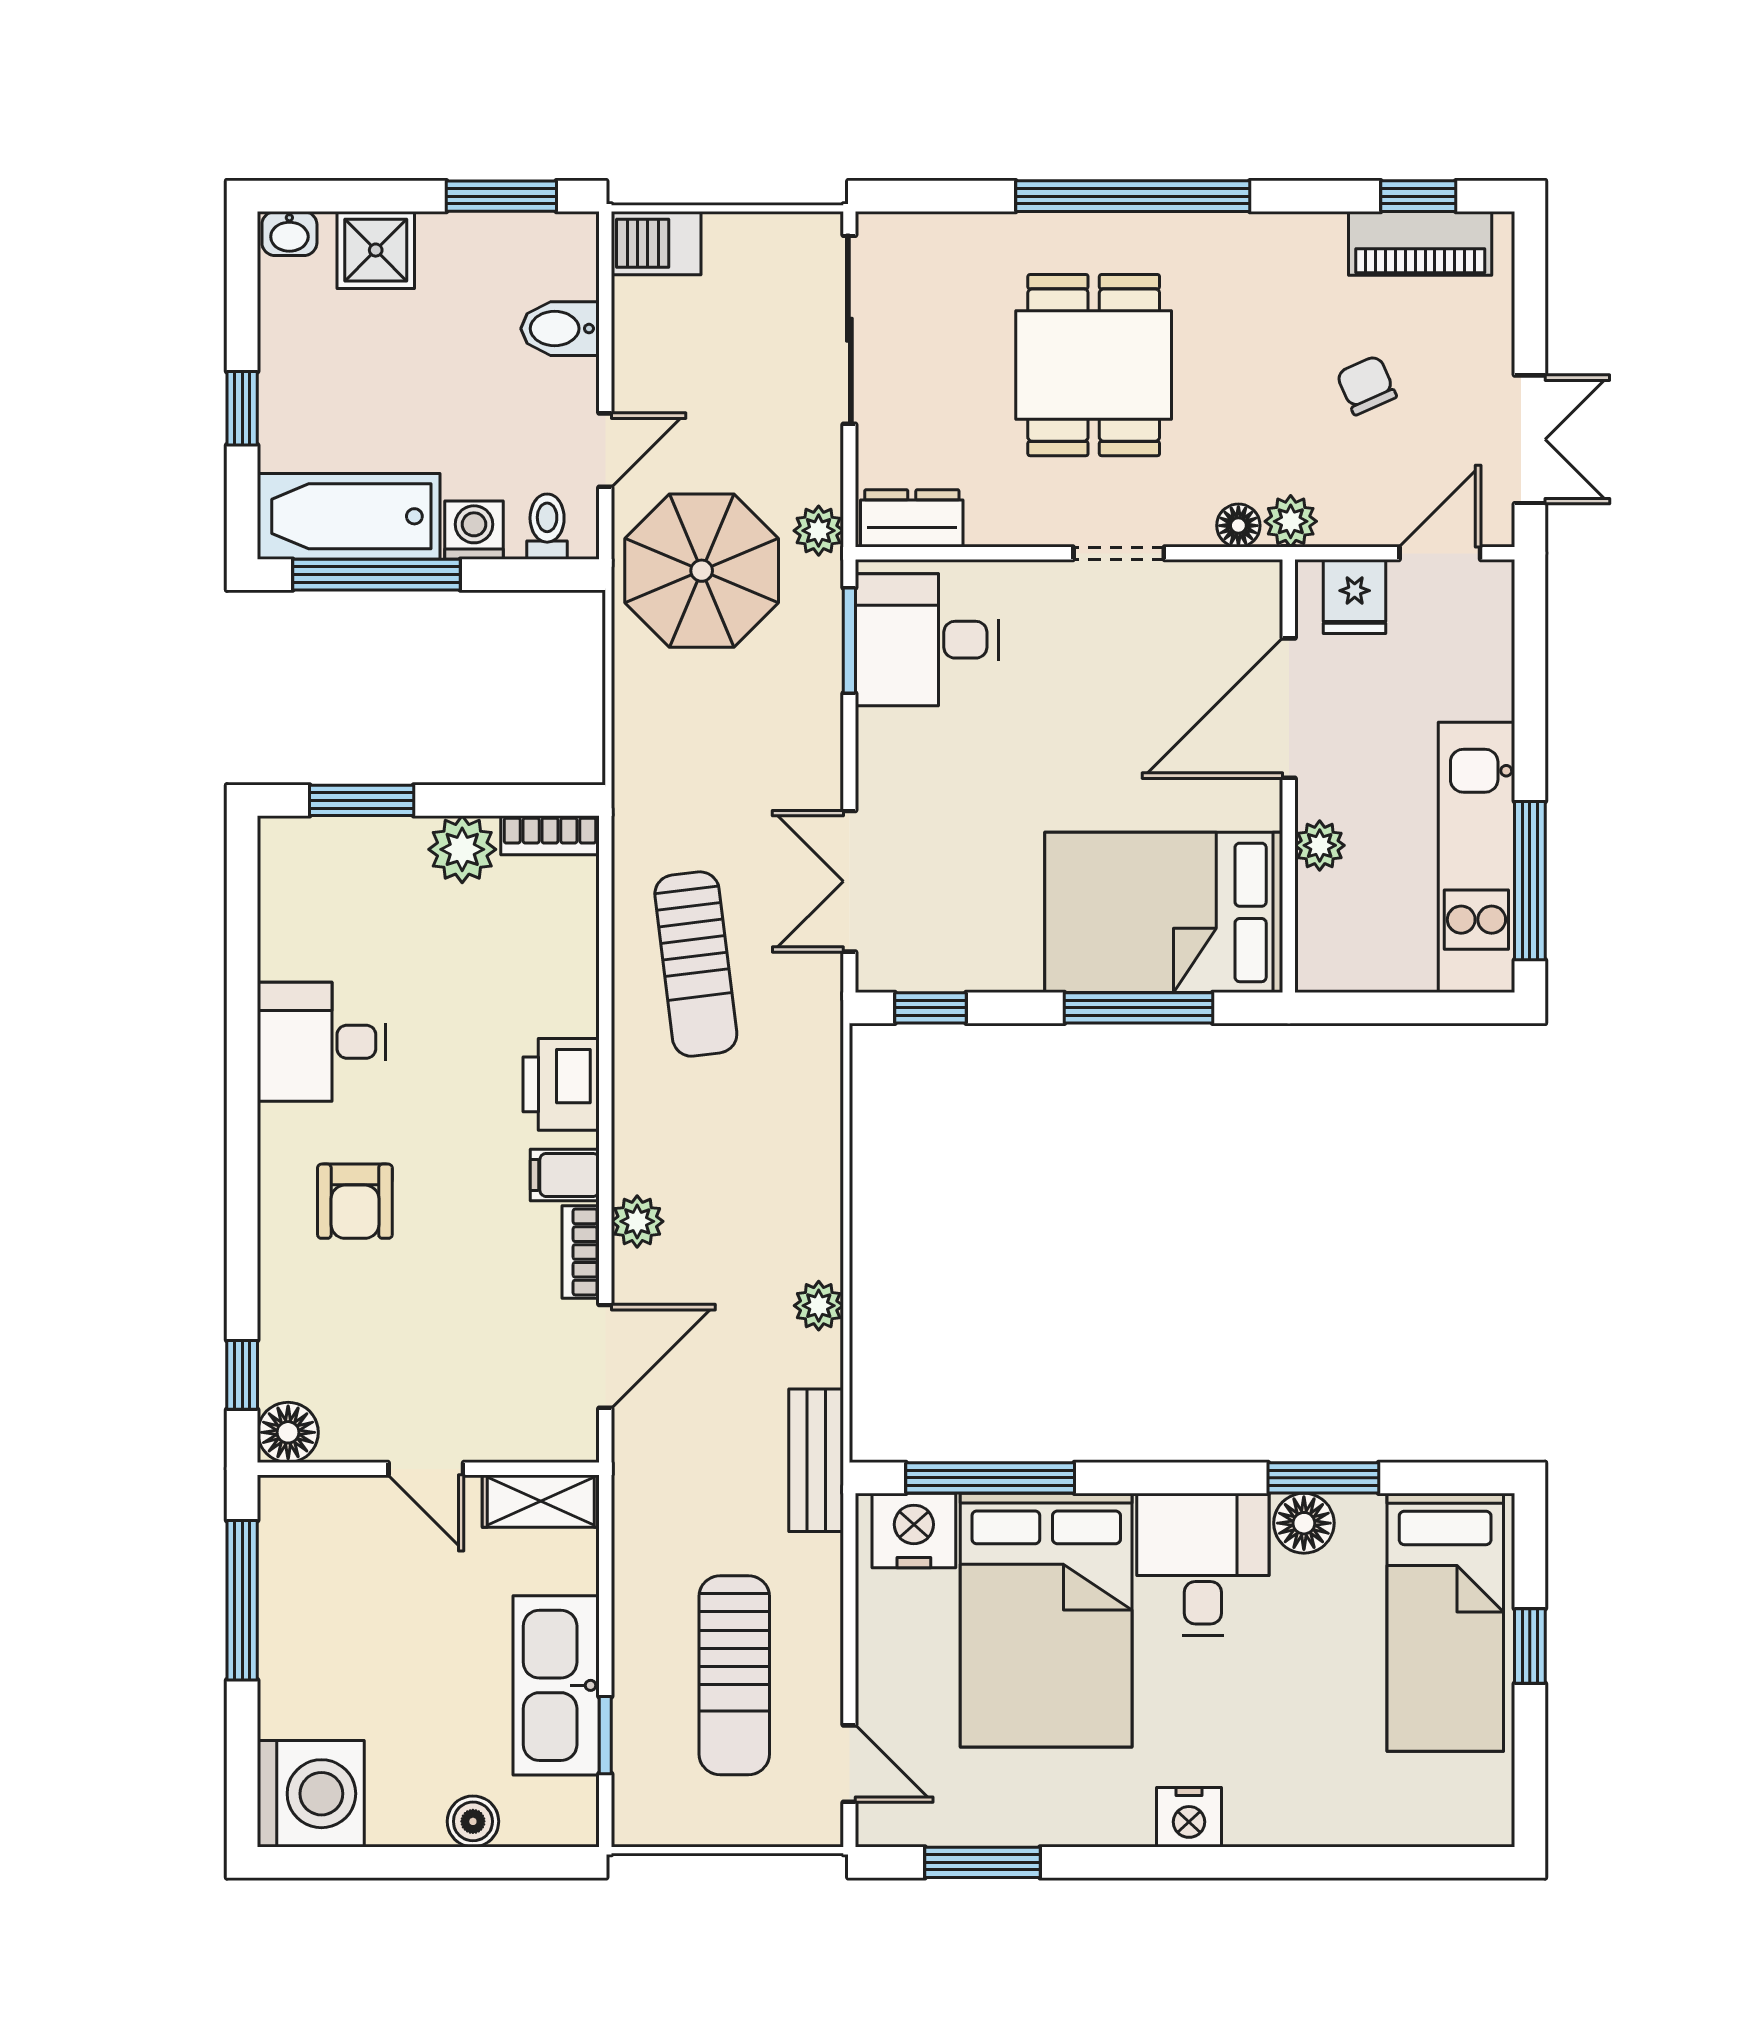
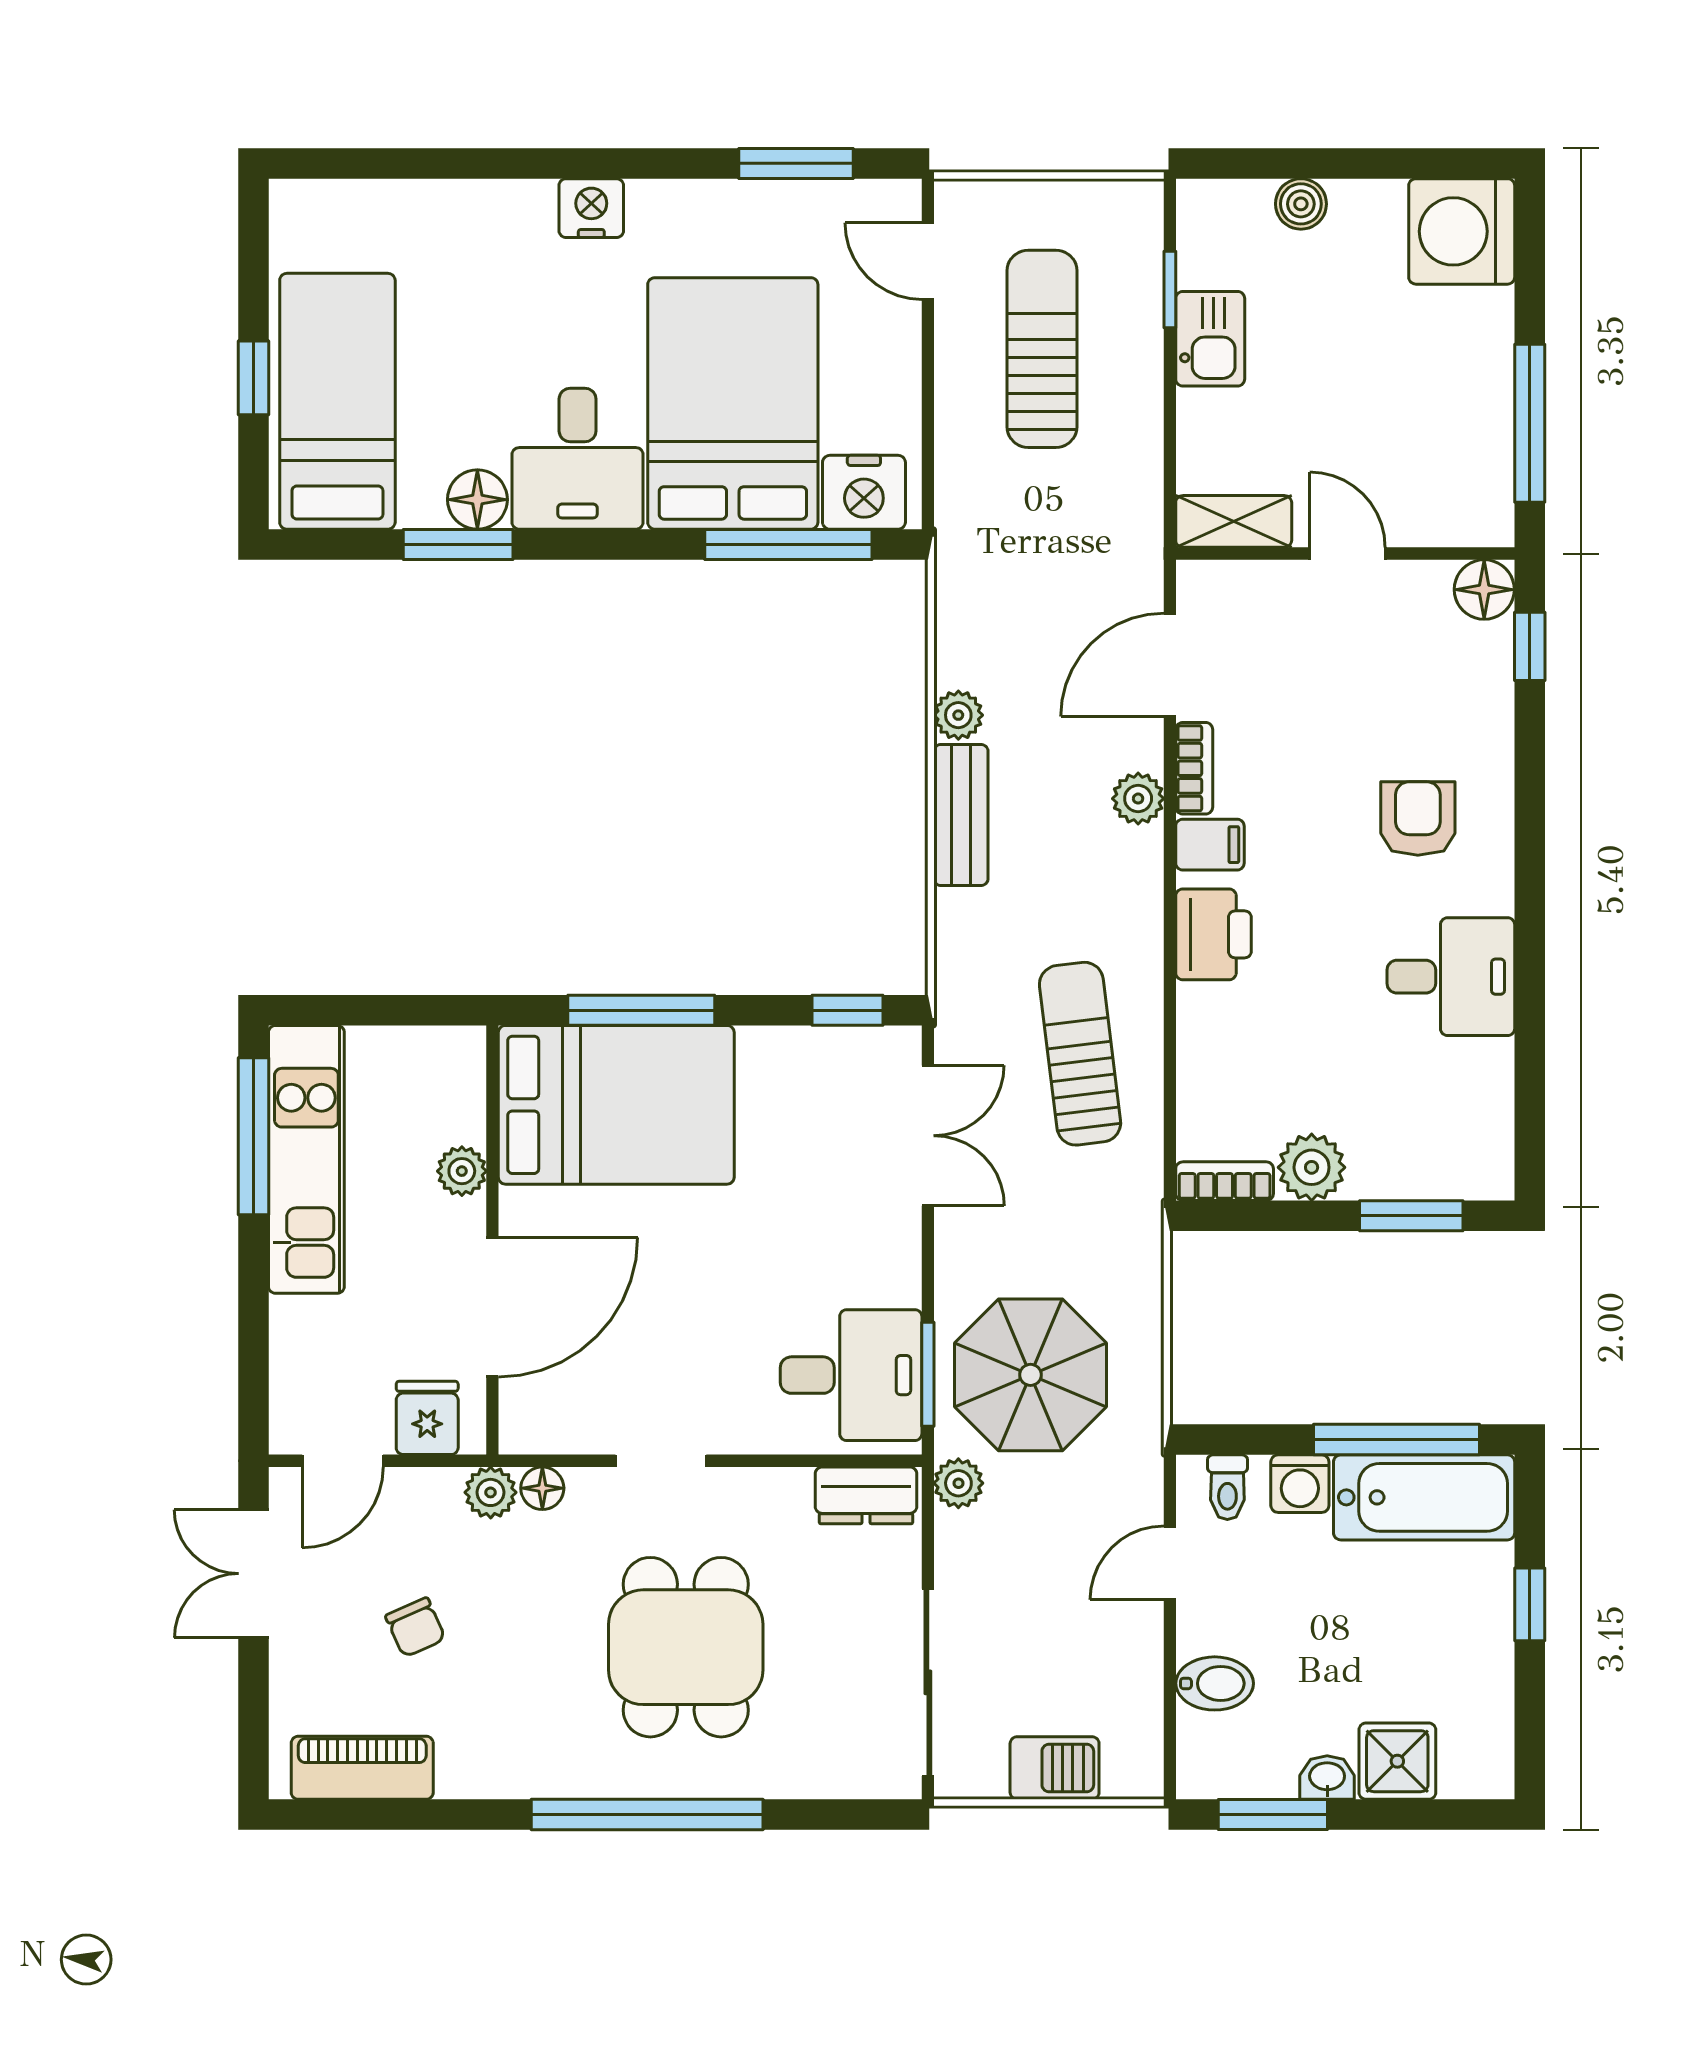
window: (1418, 196) -> (364, 1815), removed
washbasin: (289, 234) -> (1327, 1778), moved
barbecue: (656, 243) -> (1055, 1768), moved
parasol: (702, 571) -> (1031, 1375), moved
bench: (816, 1460) -> (961, 815), moved
kitchen sink: (556, 1685) -> (1210, 339), width x0.53, depth x0.81

